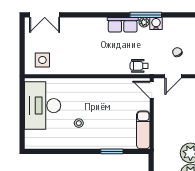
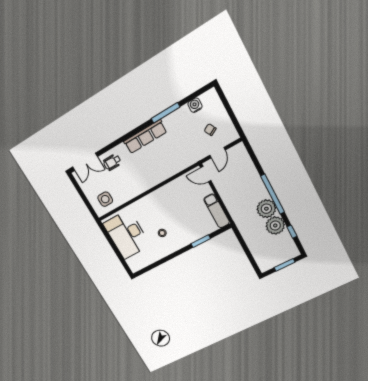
plant: (144, 22) -> (168, 120), removed
water cooler: (156, 24) -> (195, 105), moved
row of seats: (123, 25) -> (145, 137), width x1.48
wheelchair: (139, 66) -> (112, 162), moved

